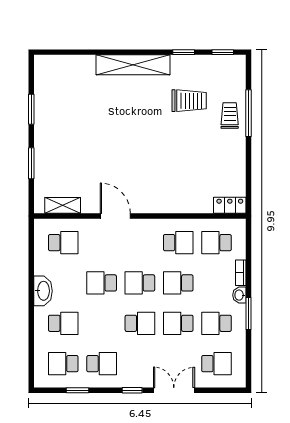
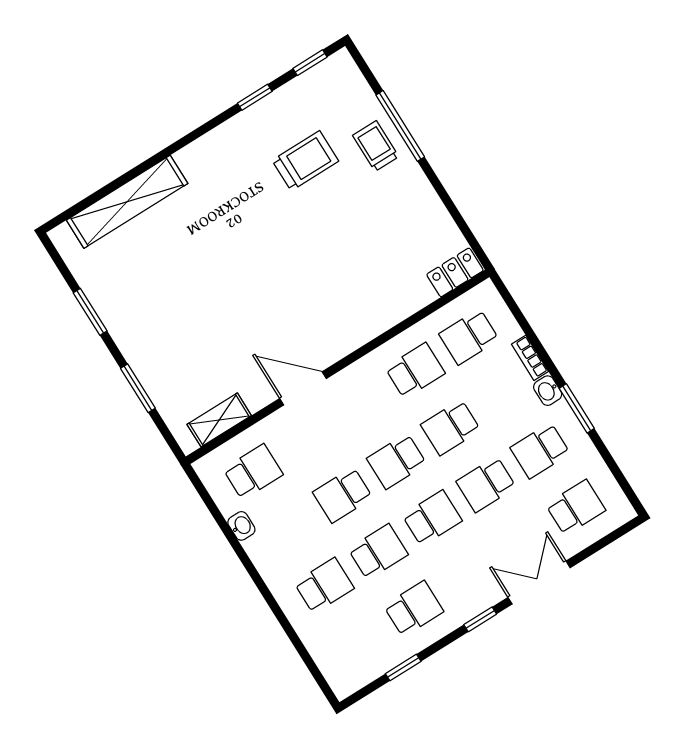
shelving: (133, 65) -> (127, 202), moved
washbasin: (43, 291) -> (241, 526), moved, width x0.52, depth x0.69
school desk: (63, 364) -> (378, 552), moved, turned 180

